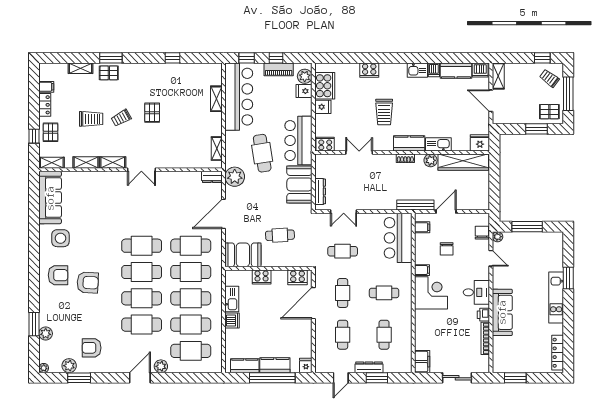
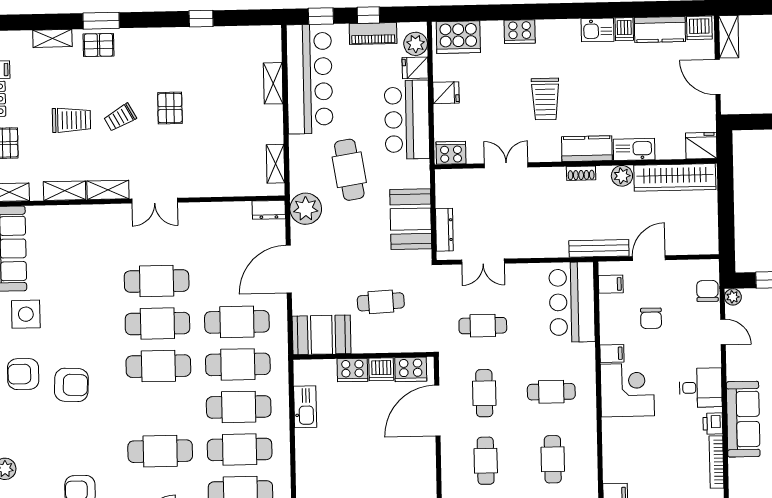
cooker: (325, 86) -> (458, 37), moved, turned 90
bar counter: (298, 141) -> (407, 120), moved
armchair: (58, 275) -> (23, 374), turned 180
cafe table: (142, 298) -> (157, 281), moved
dishwasher: (232, 321) -> (381, 369), moved, turned 90

